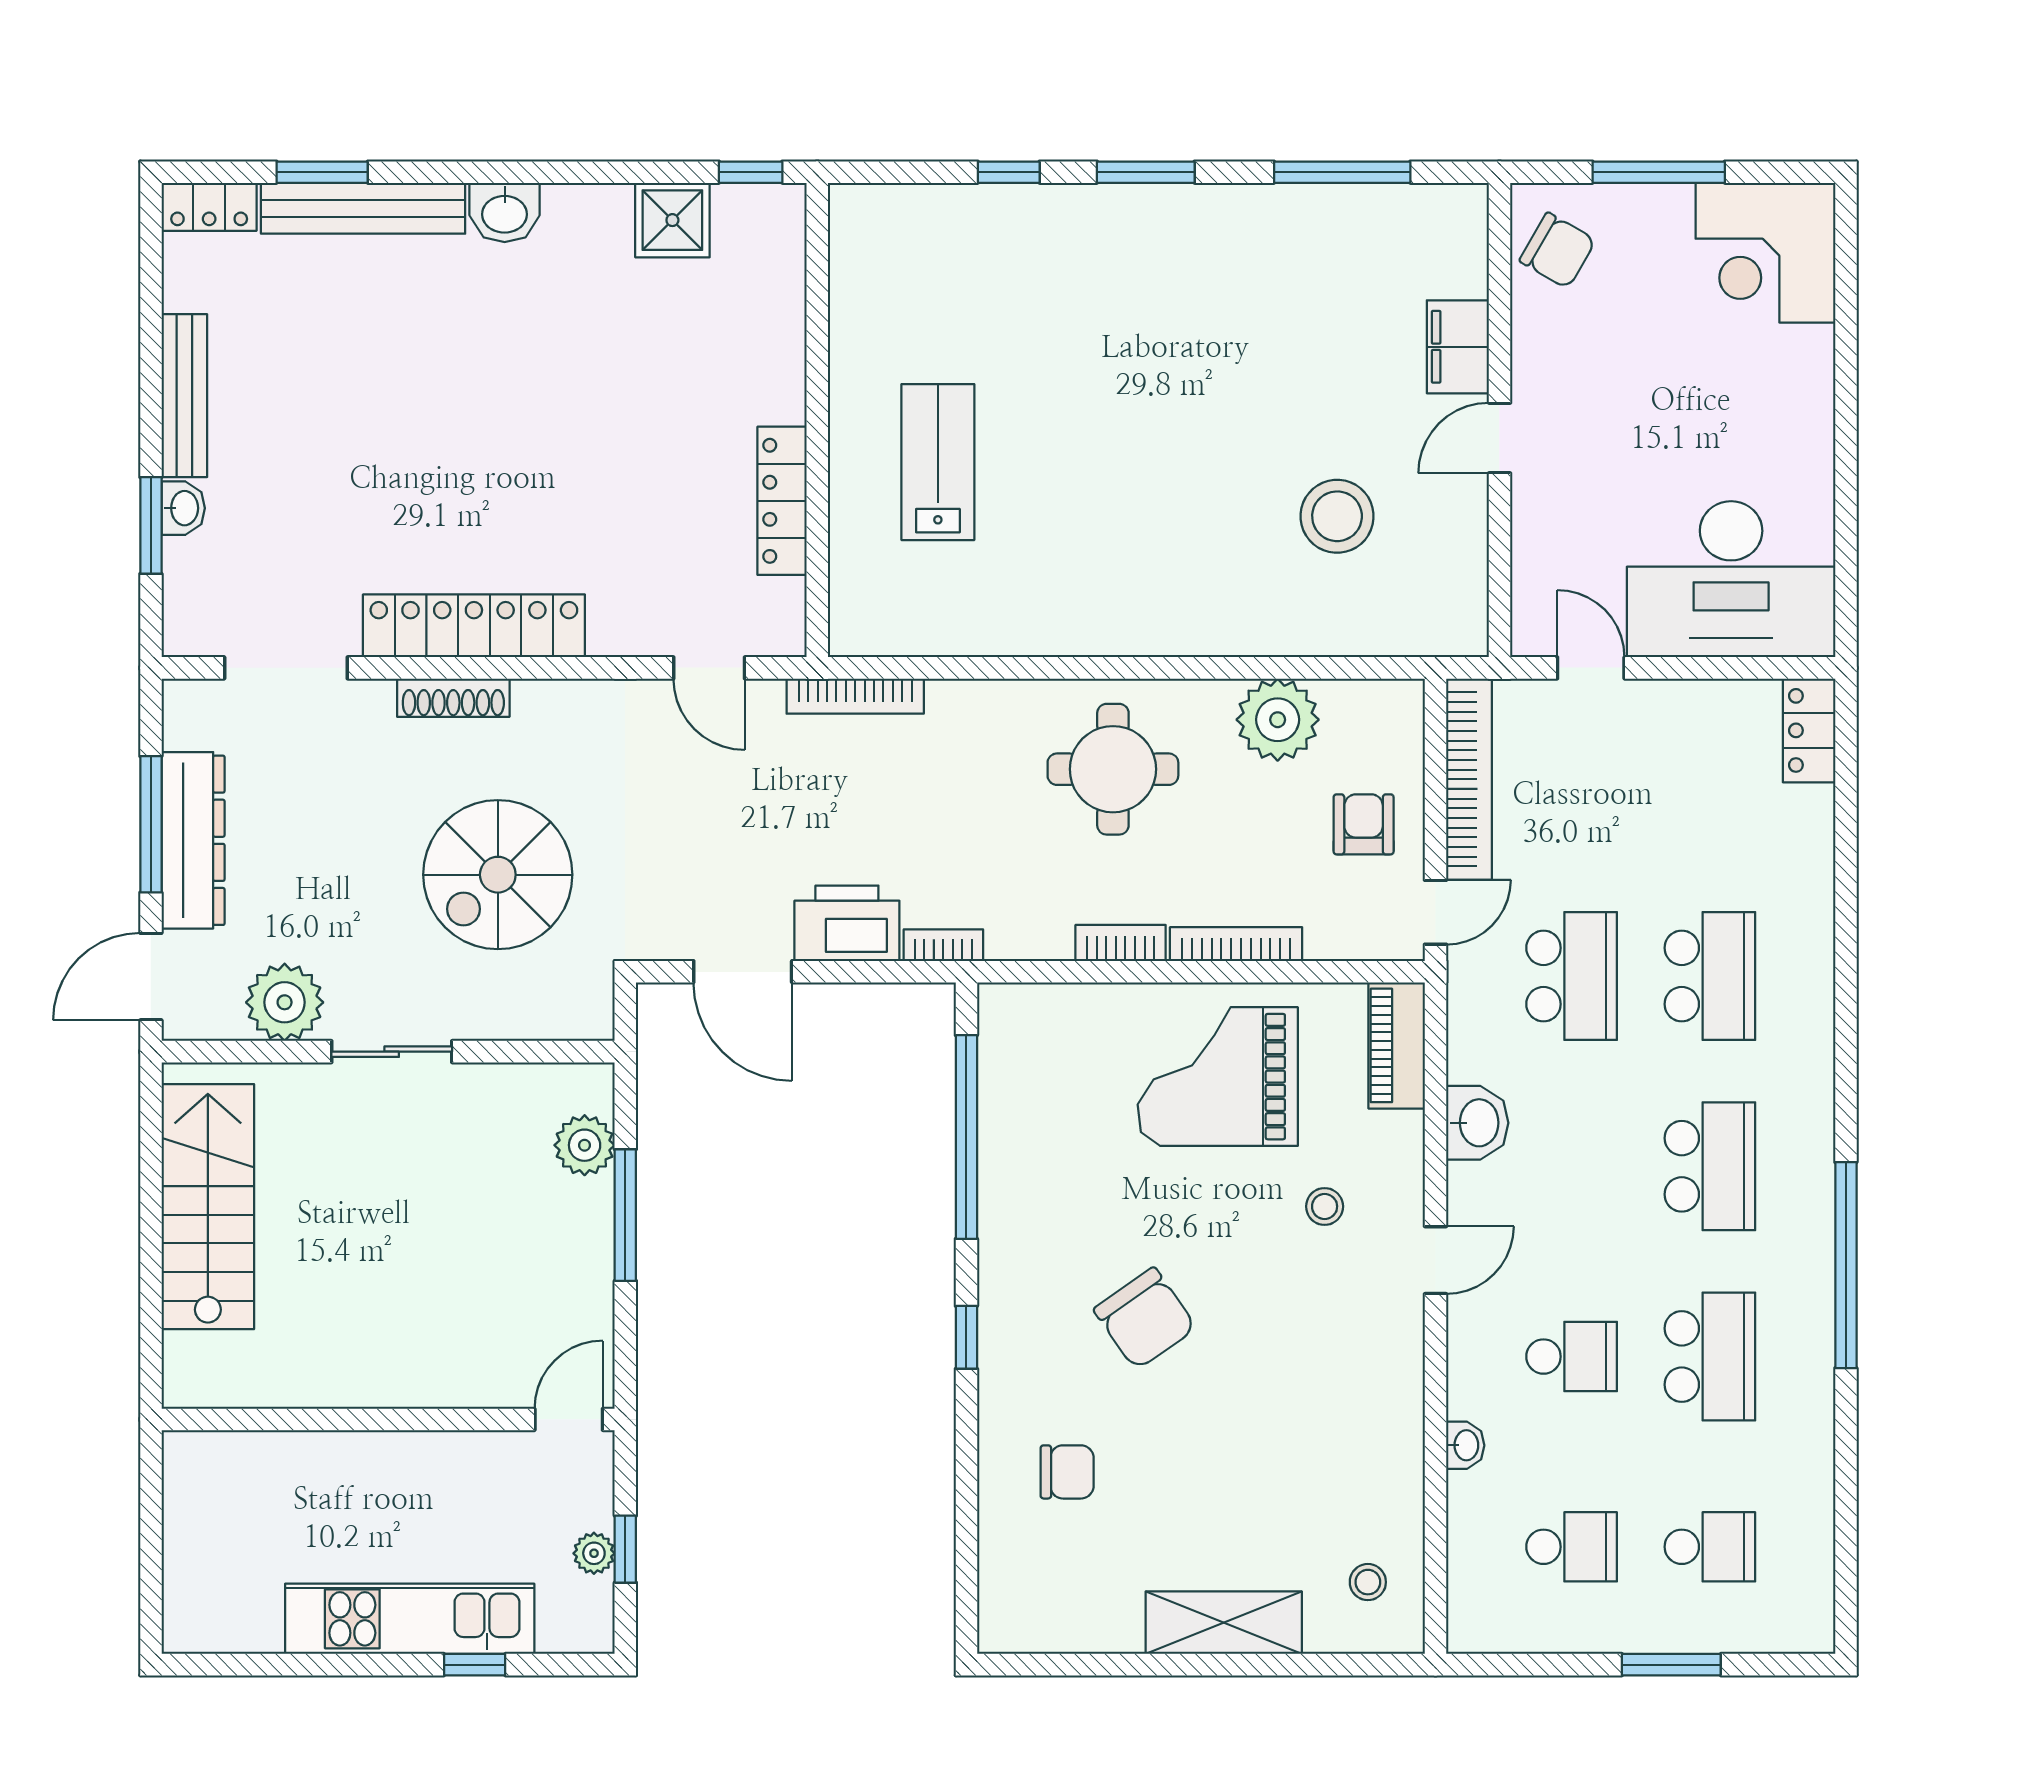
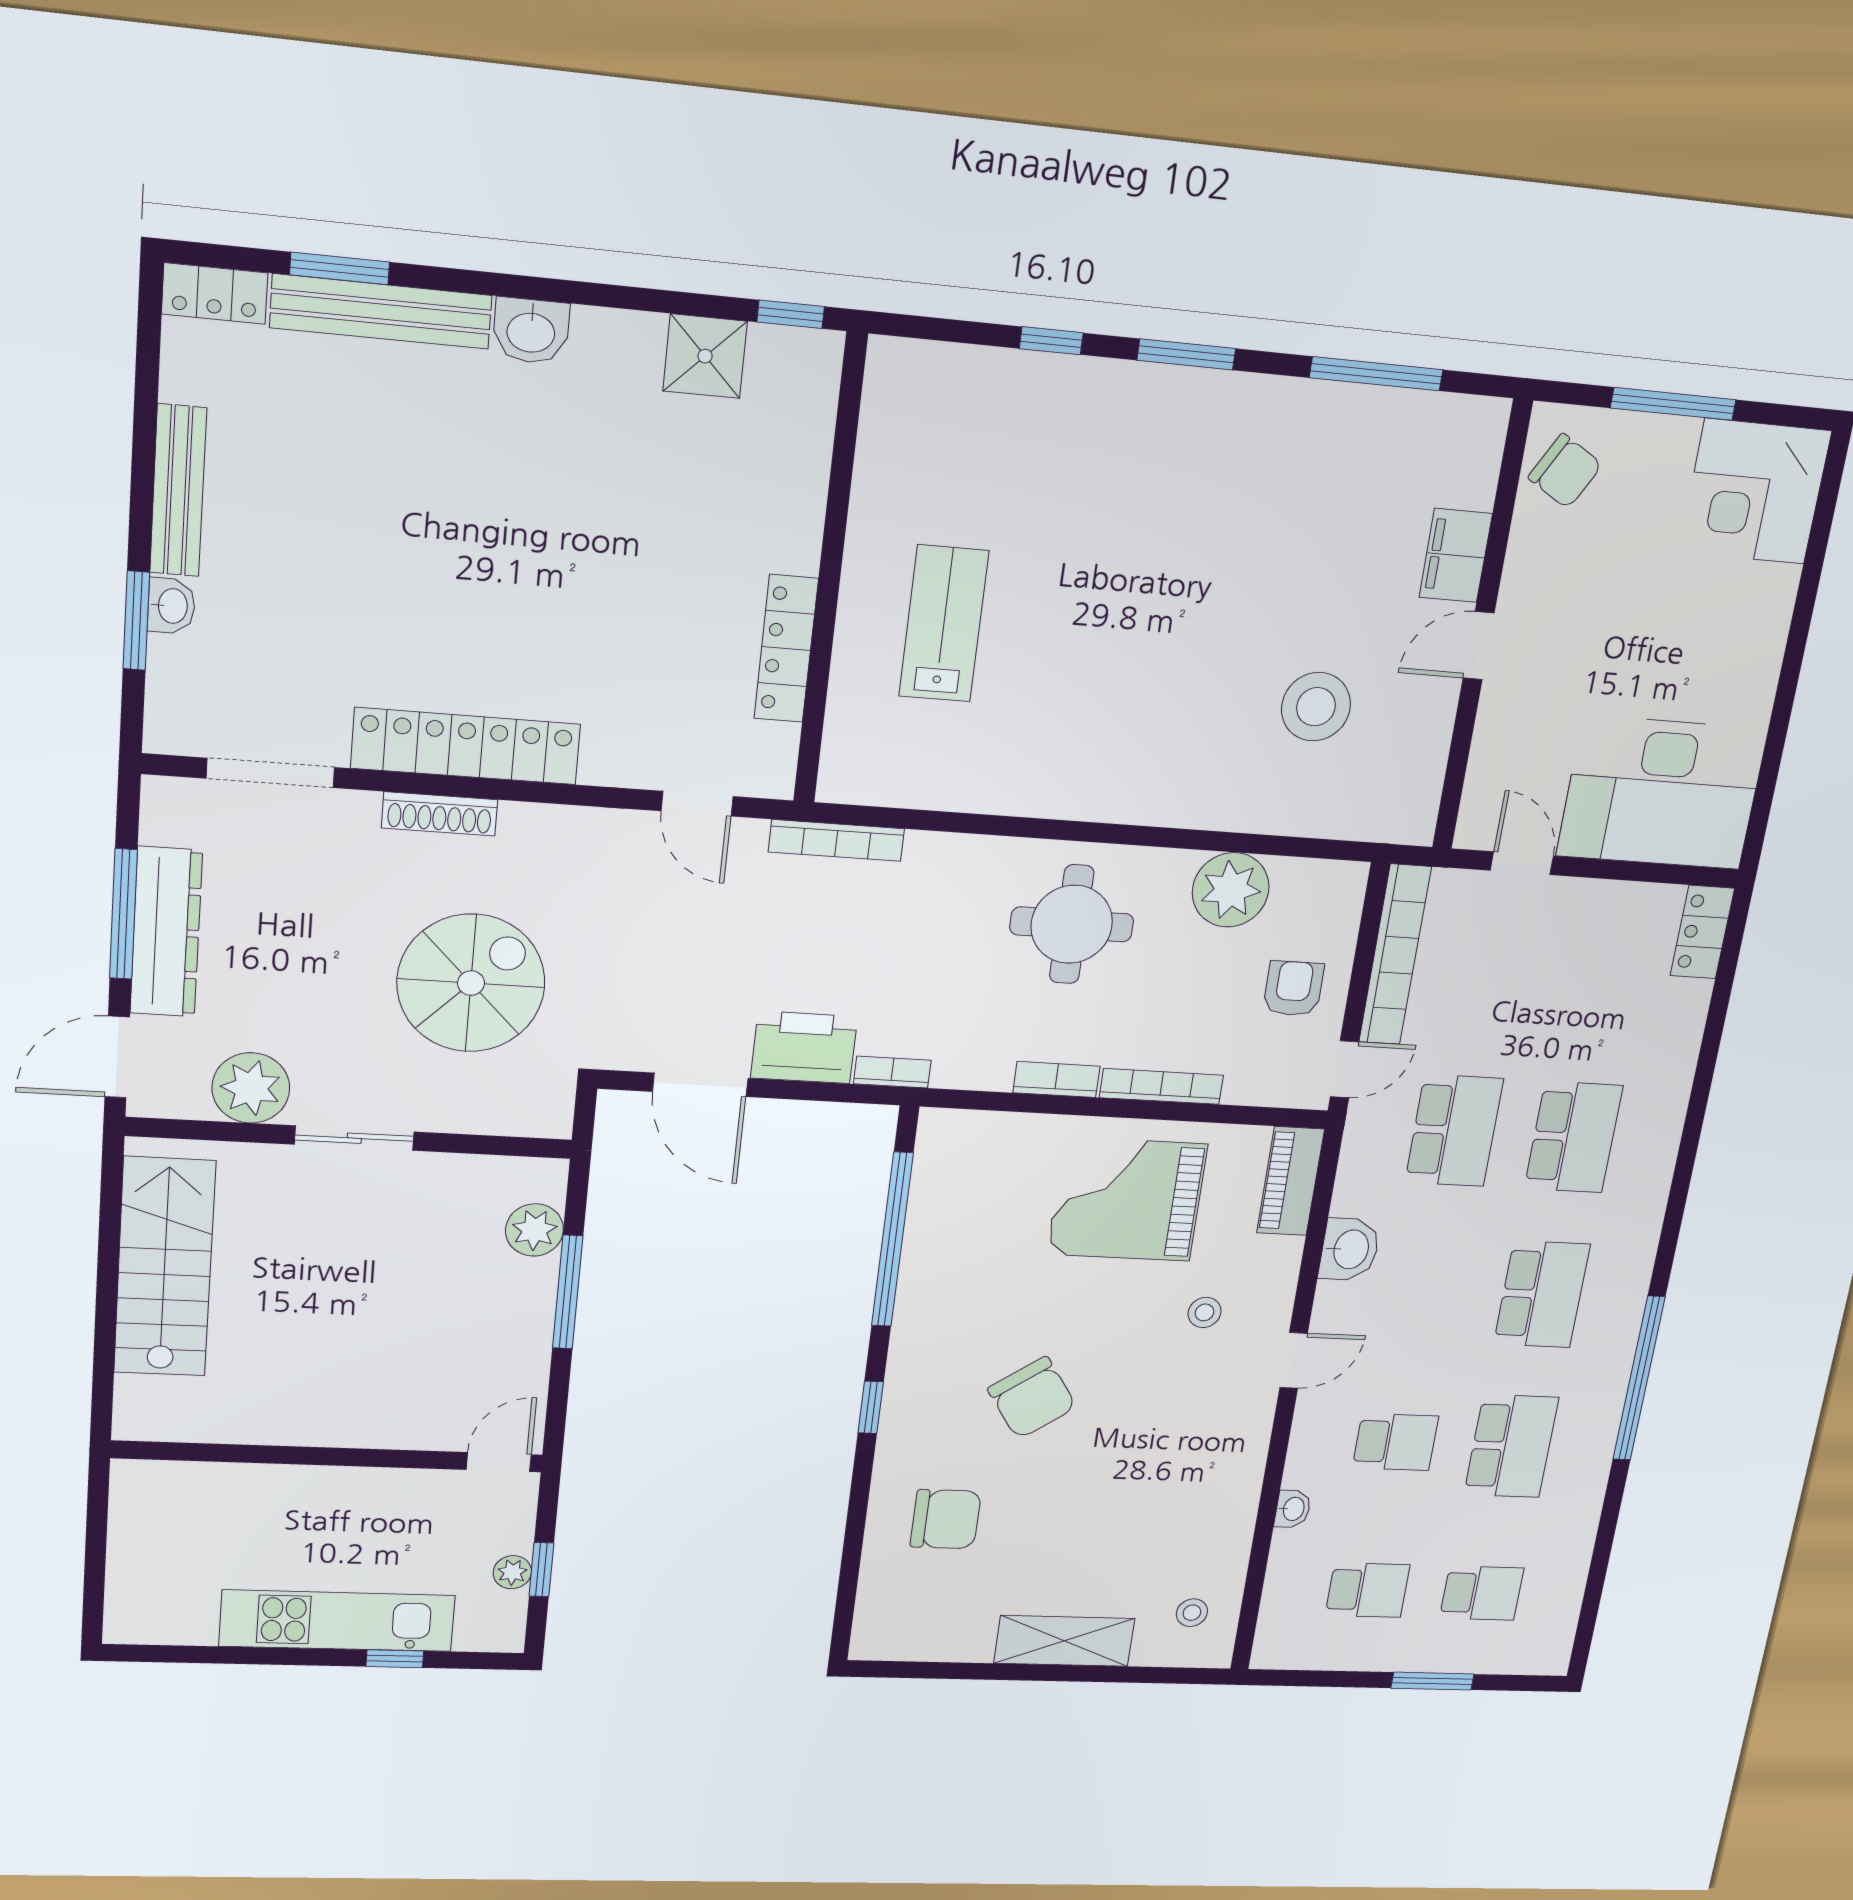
spiral stairs: (498, 875) -> (471, 983), turned 180
chair: (1067, 1472) -> (946, 1519), width x1.37, depth x1.37

